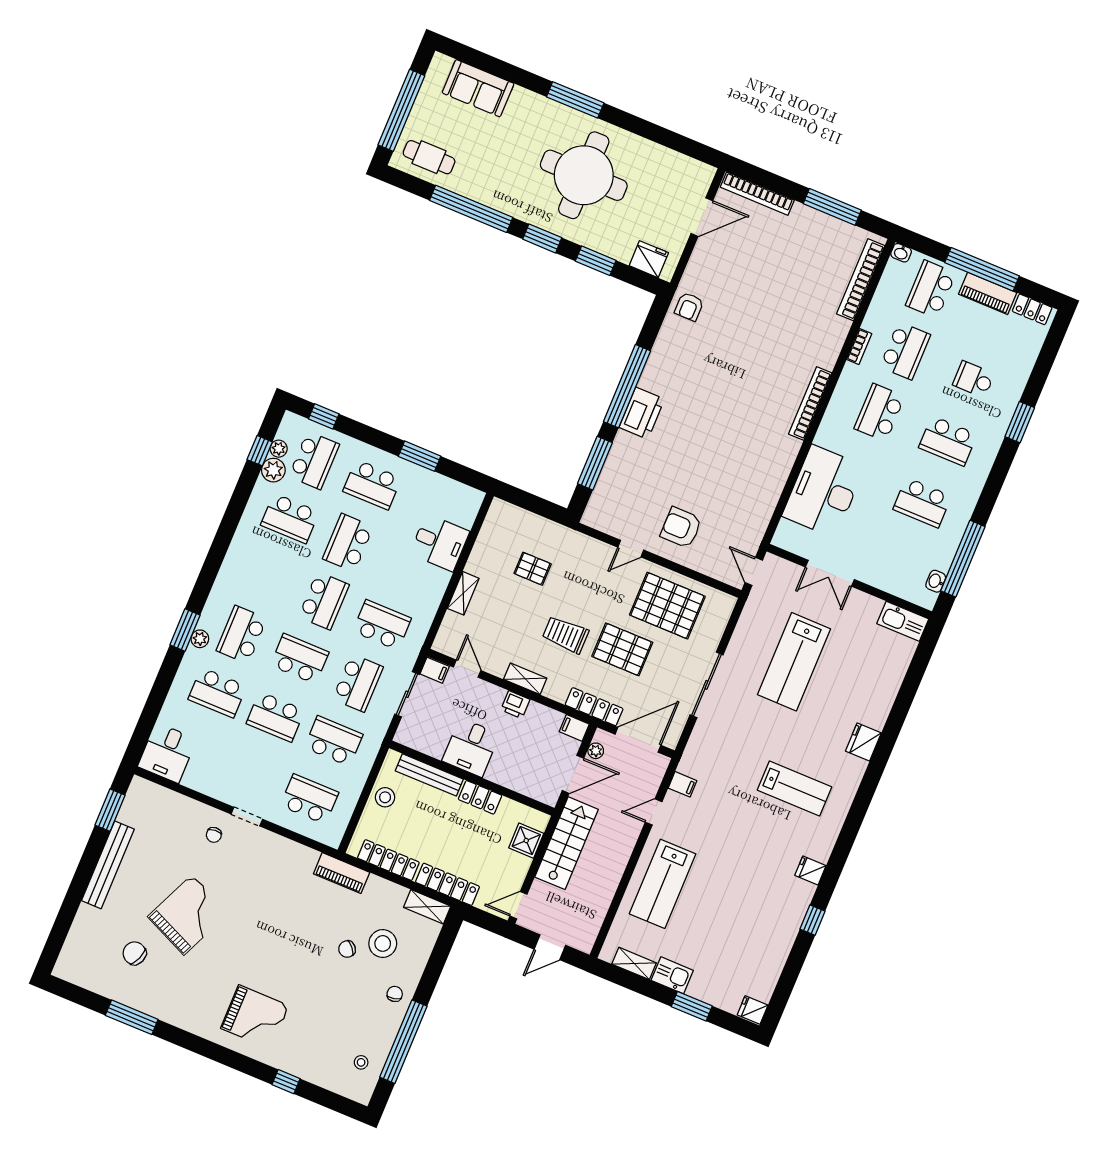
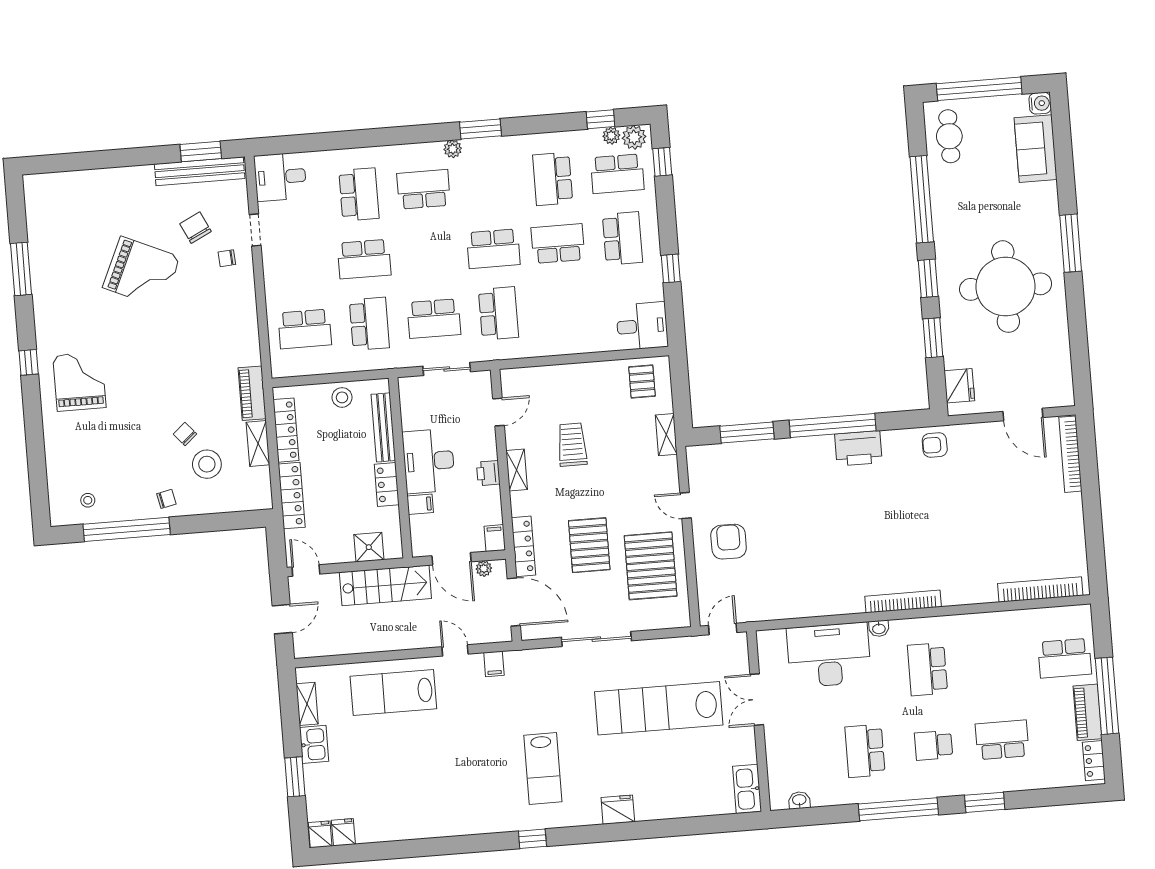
water cooler: (441, 64) -> (1040, 103), added
window: (832, 207) -> (1094, 529), removed
washbasin: (901, 253) -> (879, 628), moved, turned -90
school desk: (931, 289) -> (1065, 658), turned 180
bookcase: (859, 346) -> (978, 620), removed
school desk: (905, 351) -> (996, 664), removed
school desk: (974, 379) -> (1002, 740), width x1.85
school desk: (879, 412) -> (927, 669), turned -90
printer: (642, 413) -> (858, 448), moved
school desk: (948, 441) -> (934, 745), width x0.54
window: (420, 456) -> (671, 268), width x0.67
plant: (273, 470) -> (634, 137), moved
school desk: (372, 485) -> (622, 238), turned 180
desk: (440, 543) -> (642, 326), moved, turned -90
window: (963, 559) -> (898, 809), moved
pallet: (533, 569) -> (642, 382), moved
shelving: (463, 593) -> (666, 435), moved, turned 90
window: (185, 630) -> (480, 129), moved
trolley: (565, 635) -> (572, 445), moved
plant: (200, 639) -> (453, 149), moved
school desk: (300, 659) -> (429, 254), removed
lab bench: (794, 662) -> (659, 708), width x1.36
filing cabinet: (435, 670) -> (420, 504), moved, turned -90
school desk: (217, 693) -> (359, 194), turned 180
school desk: (275, 717) -> (364, 259), turned -90
desk: (471, 747) -> (429, 461), width x1.37
school desk: (309, 799) -> (305, 329), turned 90
doorway: (247, 817) -> (255, 230), moved
bench: (108, 865) -> (200, 171), moved
fridge: (810, 870) -> (343, 832), moved
shelving: (427, 907) -> (258, 443), moved
window: (812, 920) -> (532, 839), moved
door: (550, 947) -> (282, 619), swing flipped
chair: (134, 953) -> (195, 228), moved, turned -47
grand piano: (255, 1017) -> (79, 382), turned 180
window: (286, 1082) -> (29, 362), moved

